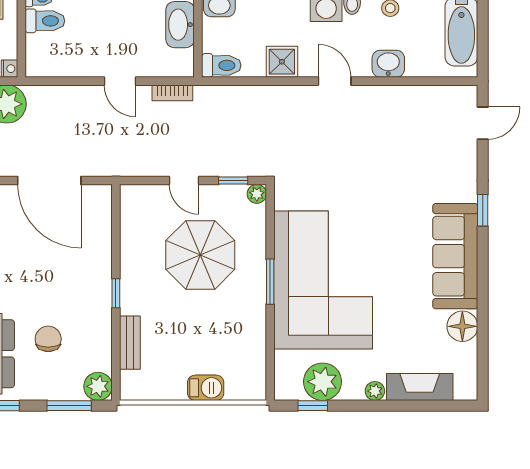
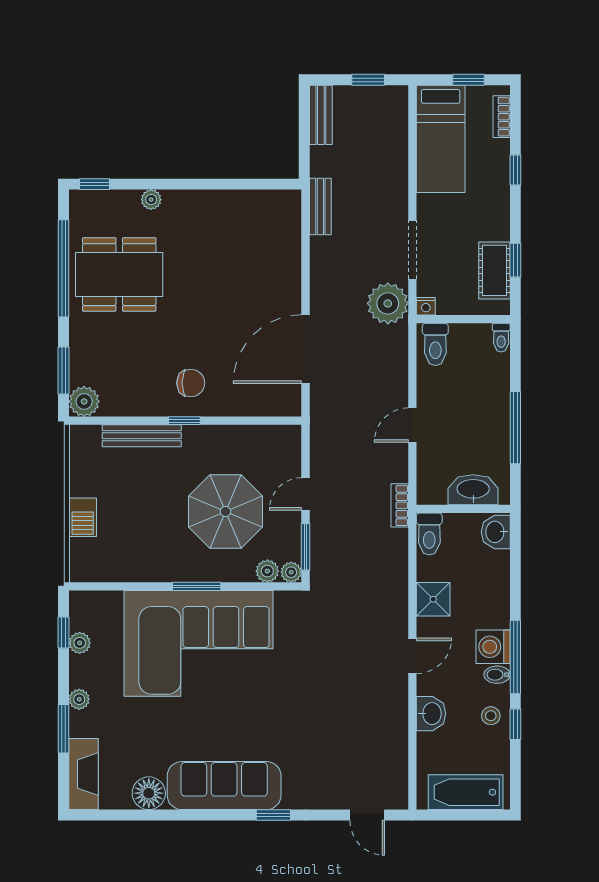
toilet: (45, 21) -> (435, 344), moved
bookcase: (172, 93) -> (400, 505), moved
window: (233, 181) -> (305, 547), width x1.50
plant: (256, 216) -> (267, 571), added
chair: (48, 339) -> (191, 383), moved
bench: (130, 343) -> (142, 436), width x1.36
plant: (323, 382) -> (80, 643), width x0.53, depth x0.53
fireplace: (420, 387) -> (84, 774), moved
window: (402, 406) -> (64, 729), added

